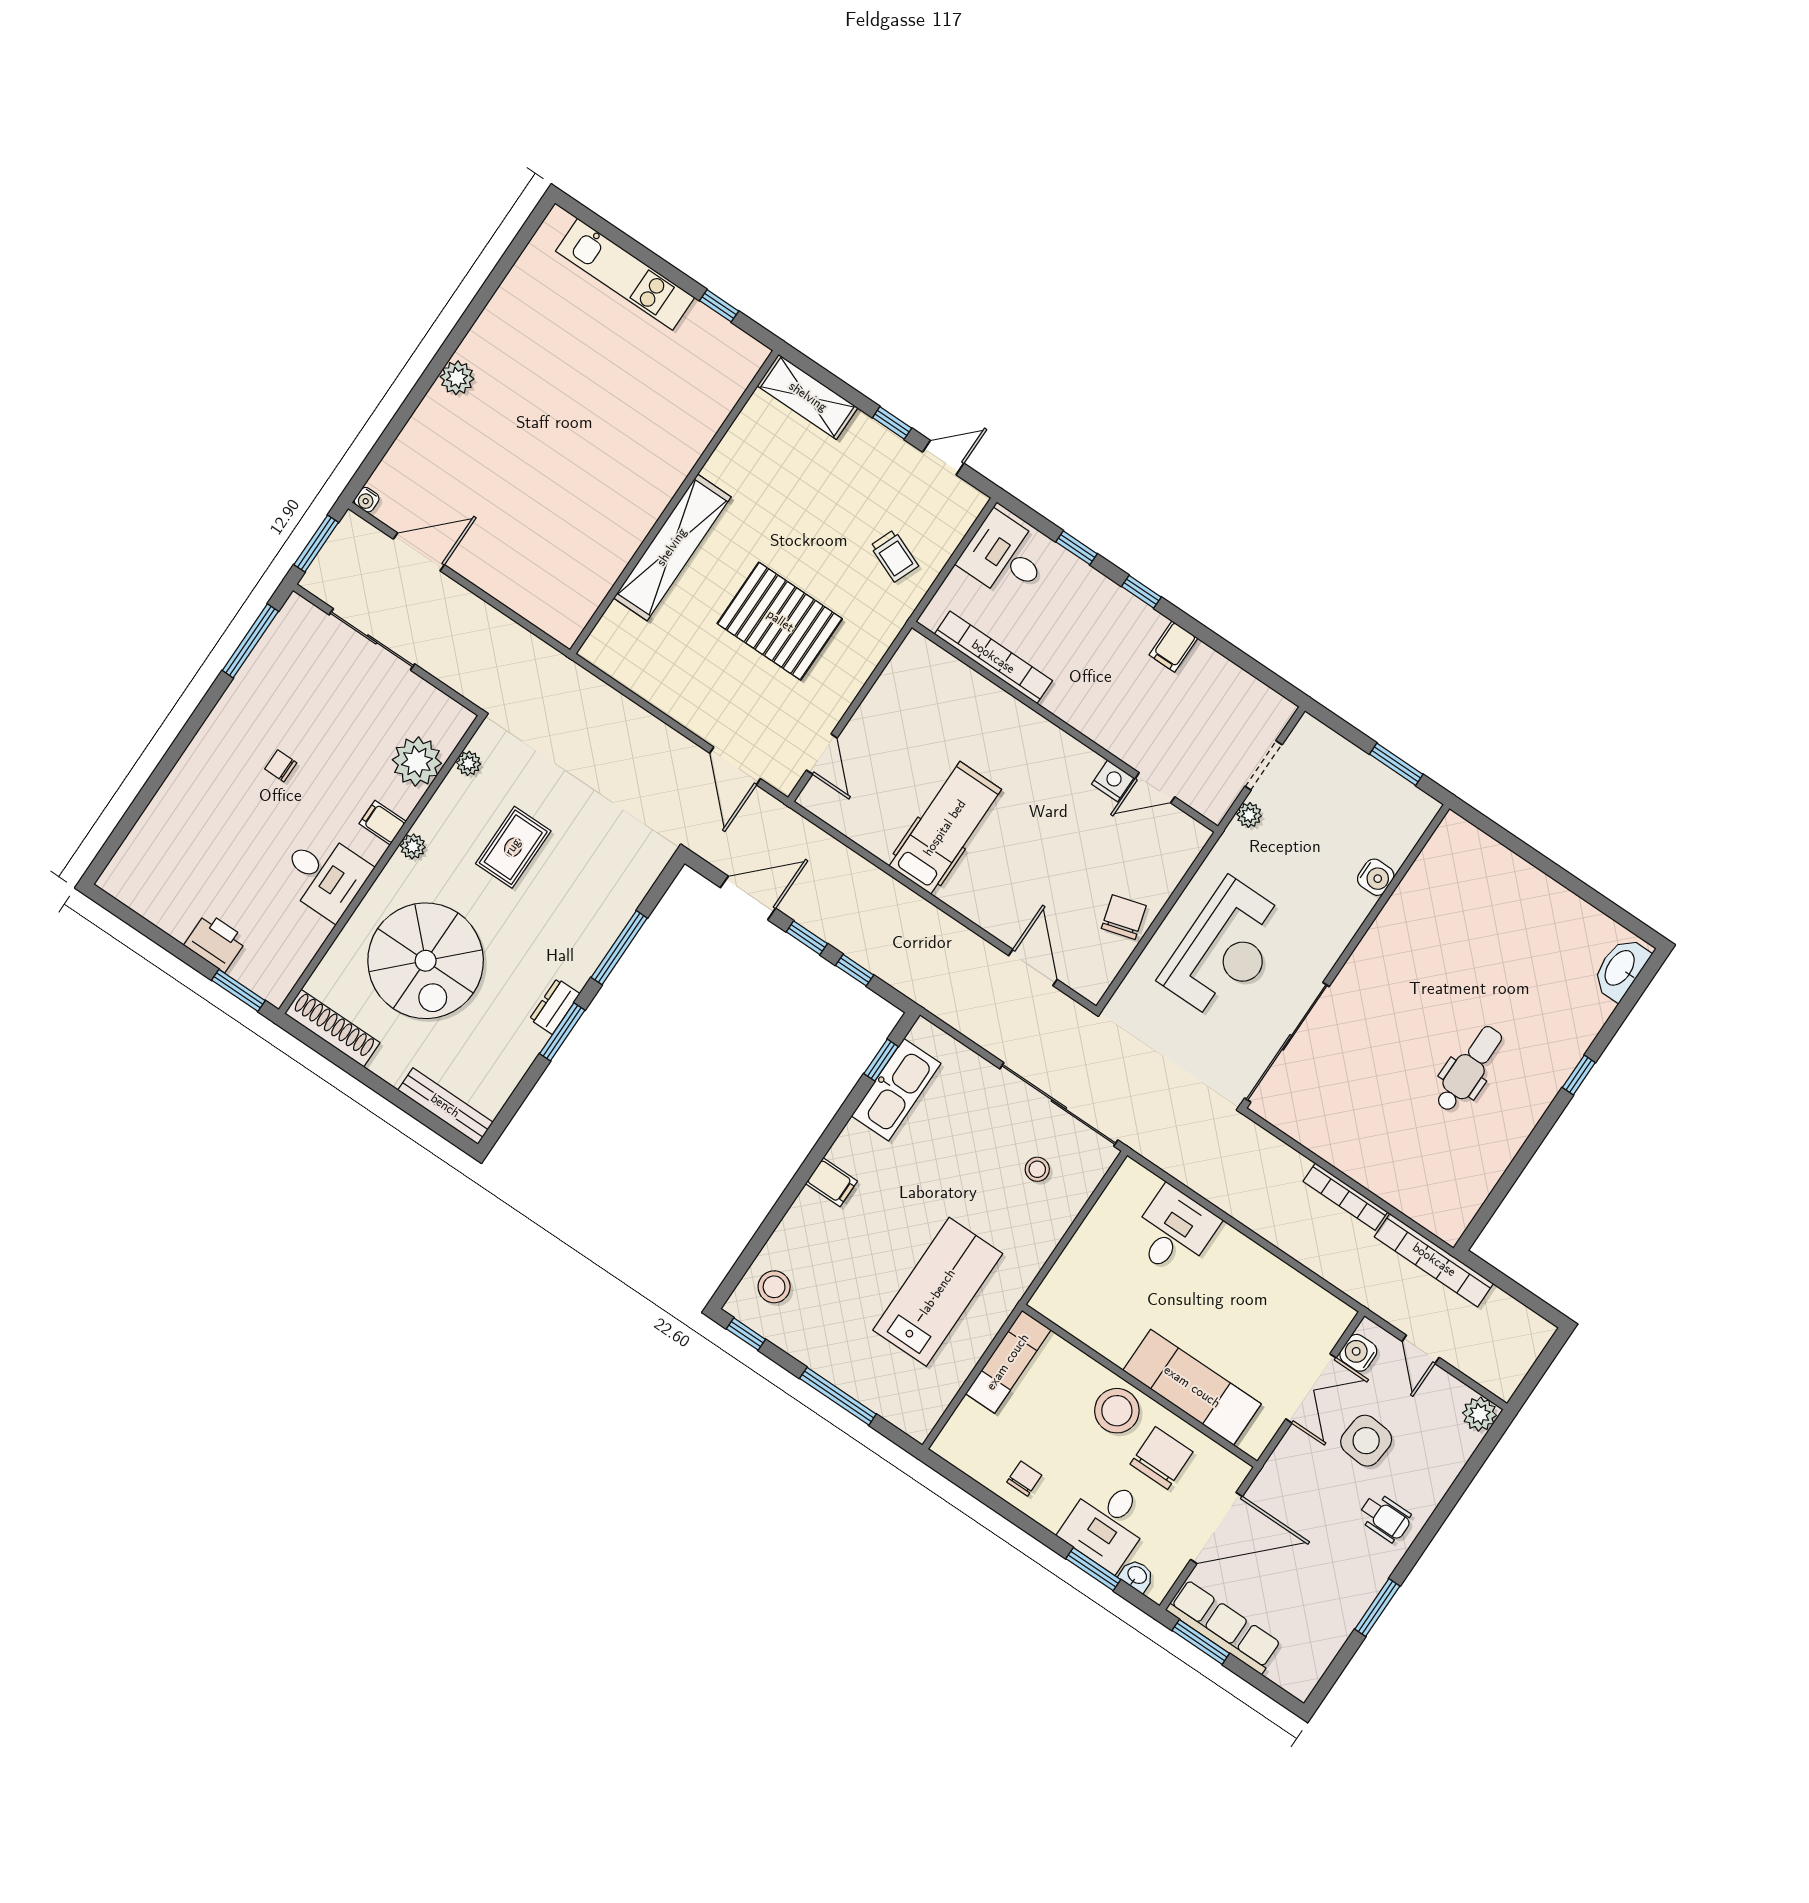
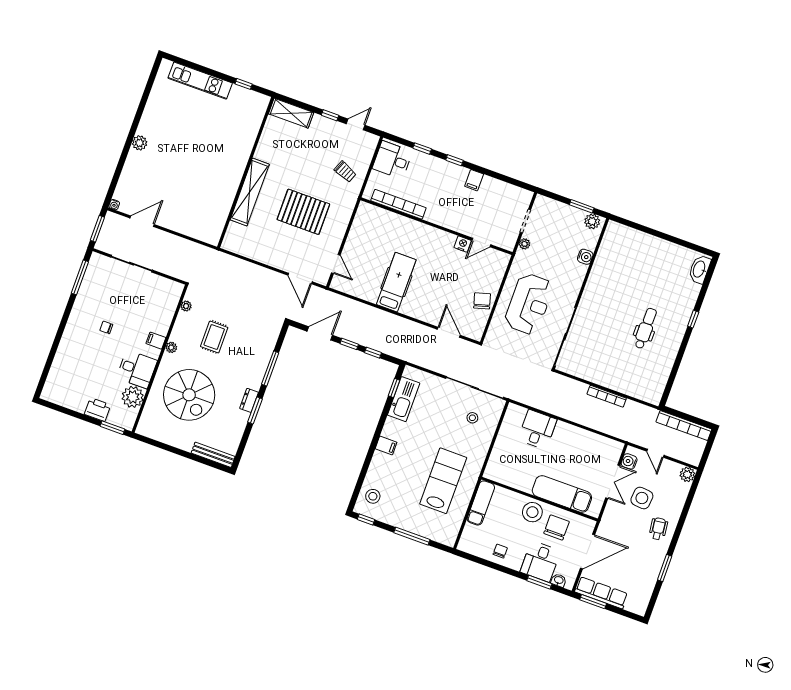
plant: (417, 762) -> (133, 397), moved
plant: (1411, 803) -> (592, 221), added
shoe rack: (332, 1028) -> (157, 434), removed
bookcase: (1434, 1260) -> (684, 426), moved
wheelchair: (1385, 1518) -> (658, 529), turned -97

